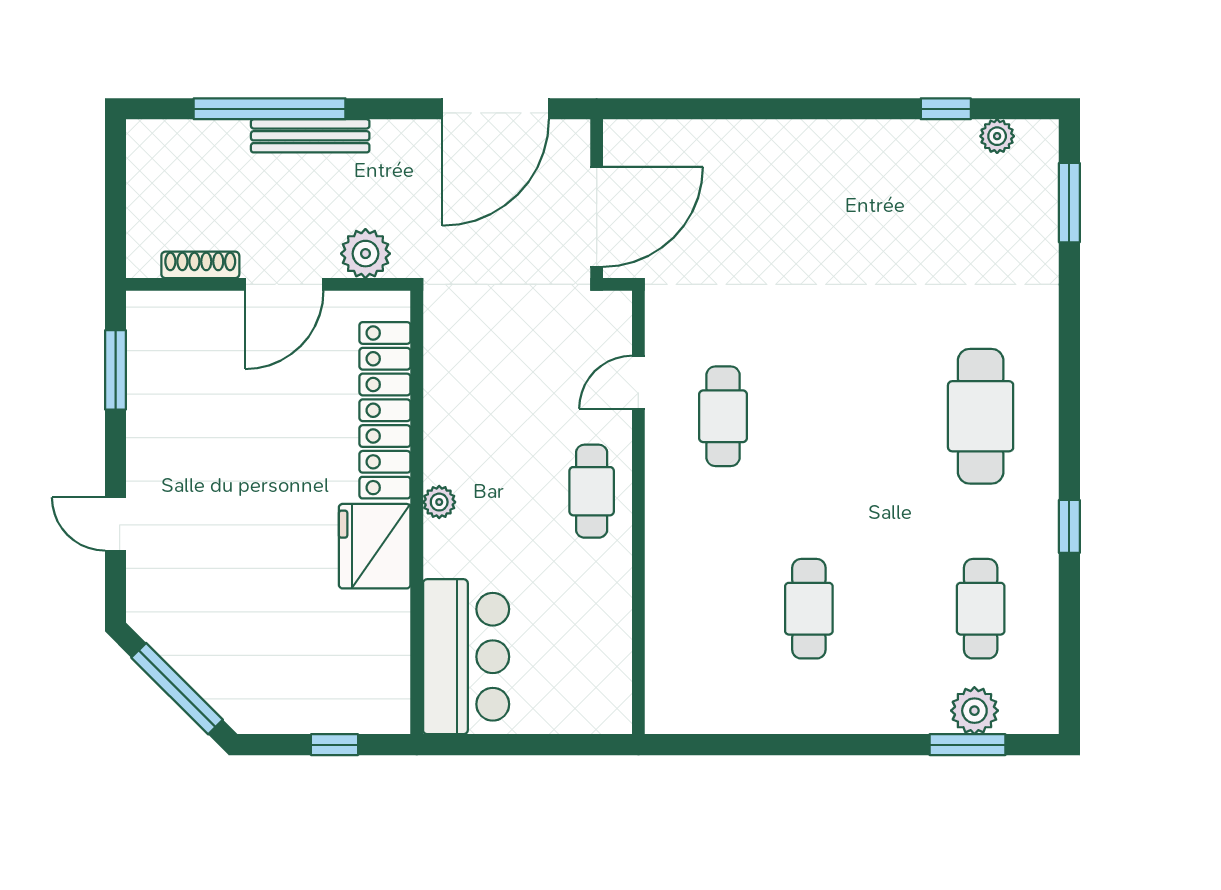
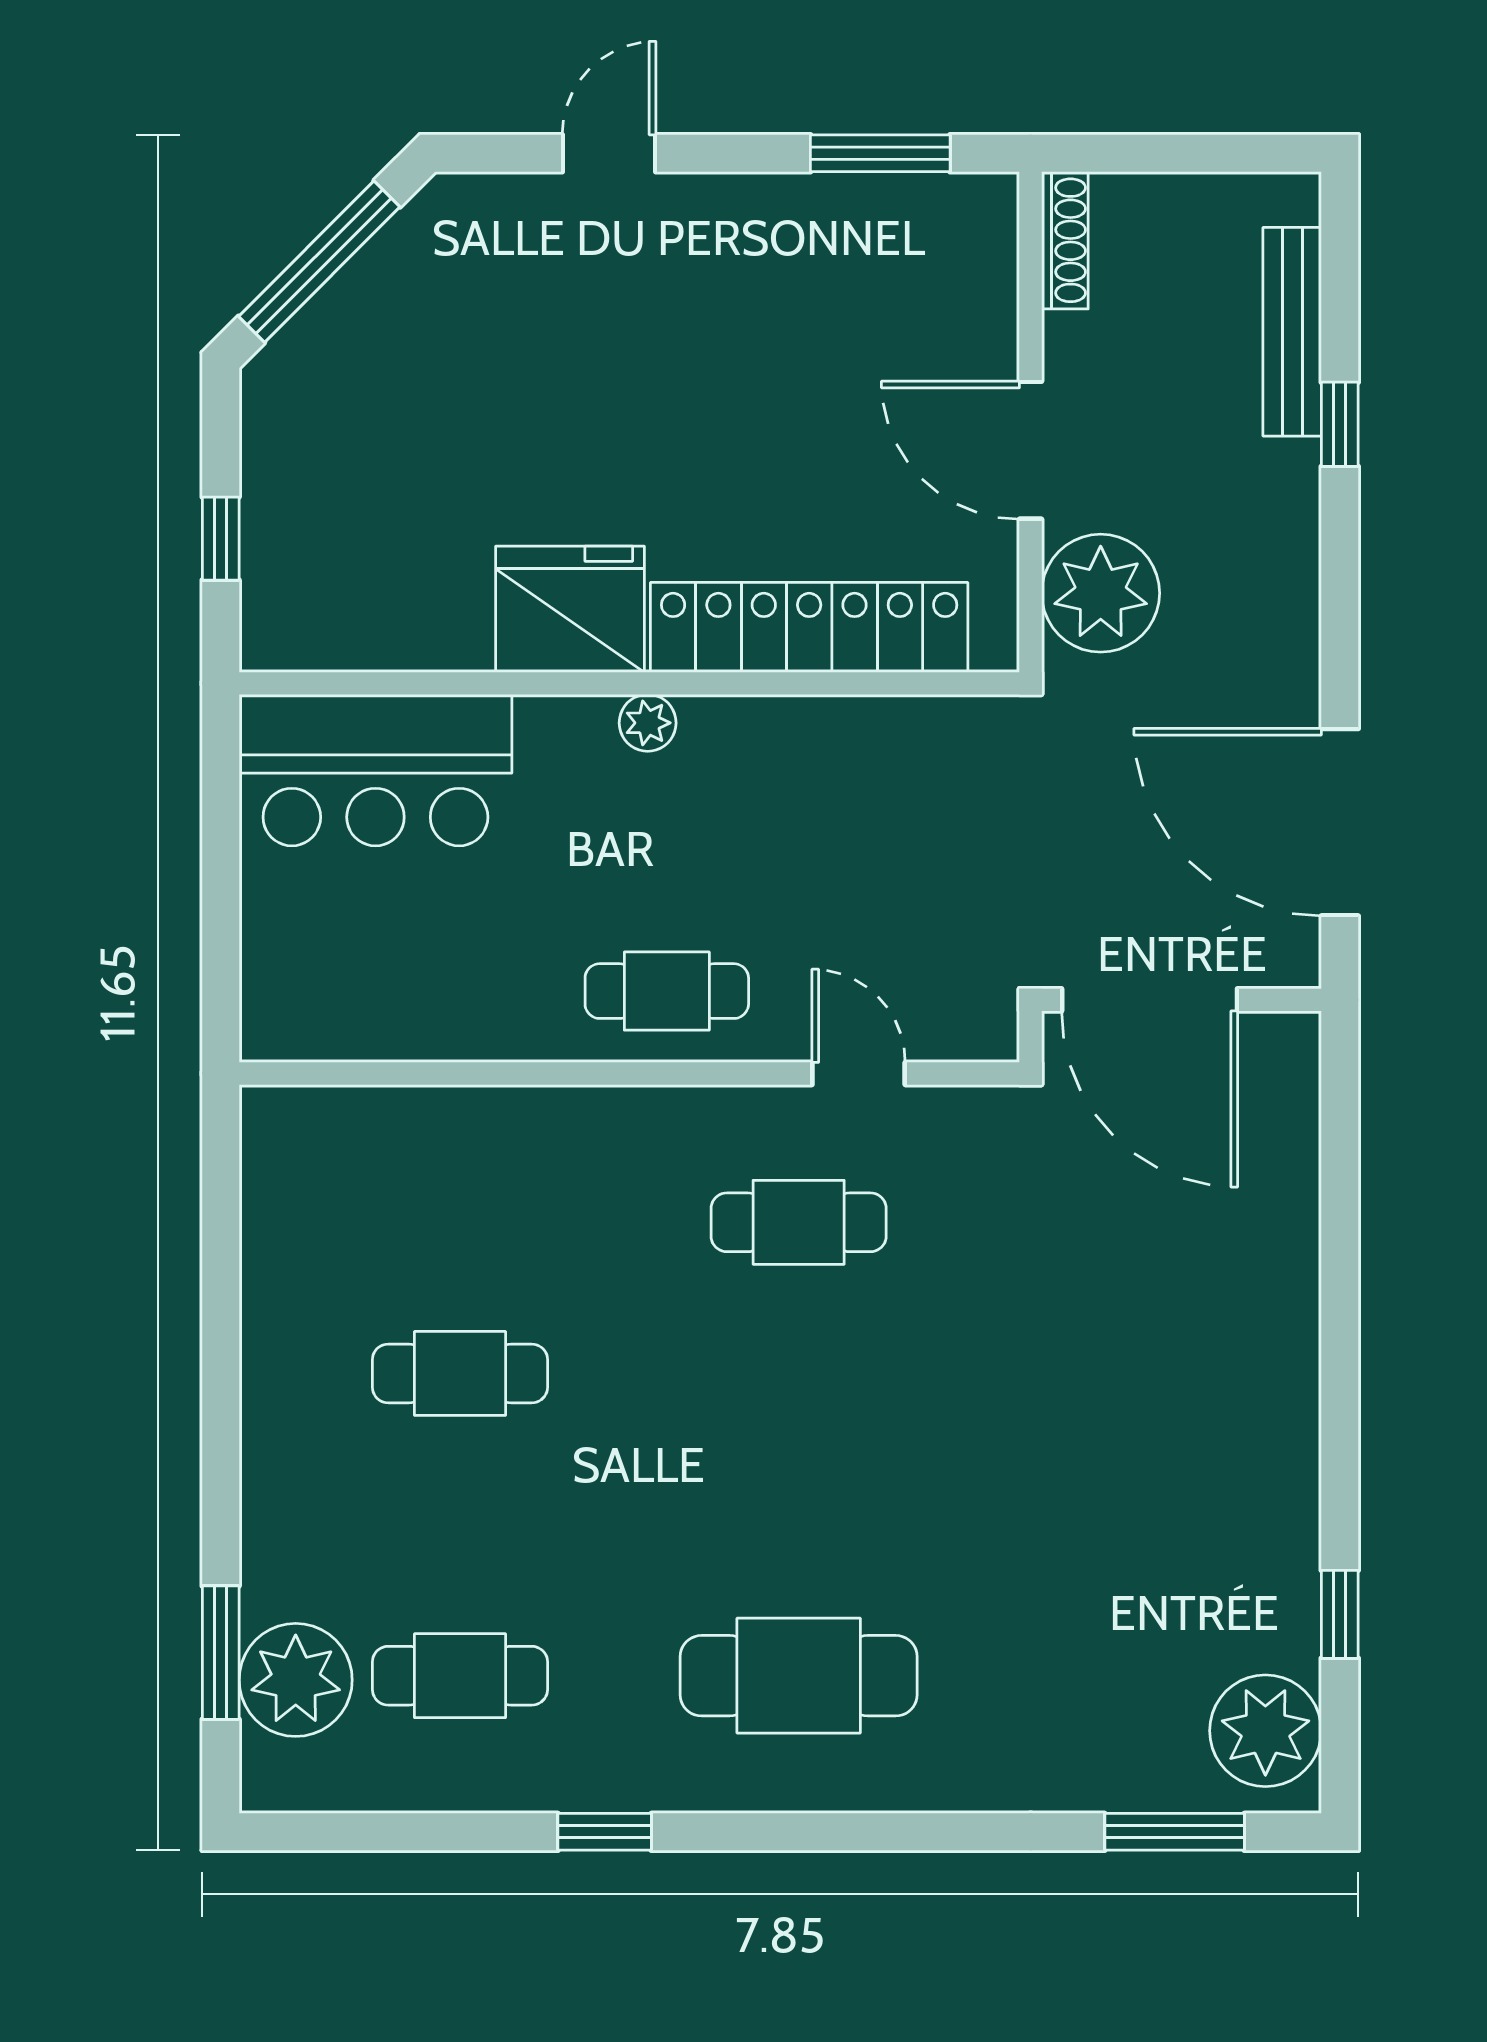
window: (270, 109) -> (1340, 424), width x0.32
bench: (310, 136) -> (1292, 332), moved
plant: (997, 136) -> (1265, 1731), width x1.88, depth x1.88
plant: (365, 254) -> (1101, 593), width x1.36, depth x1.36
shoe rack: (200, 265) -> (1065, 240), moved
plant: (974, 711) -> (296, 1680), width x1.36, depth x1.36

